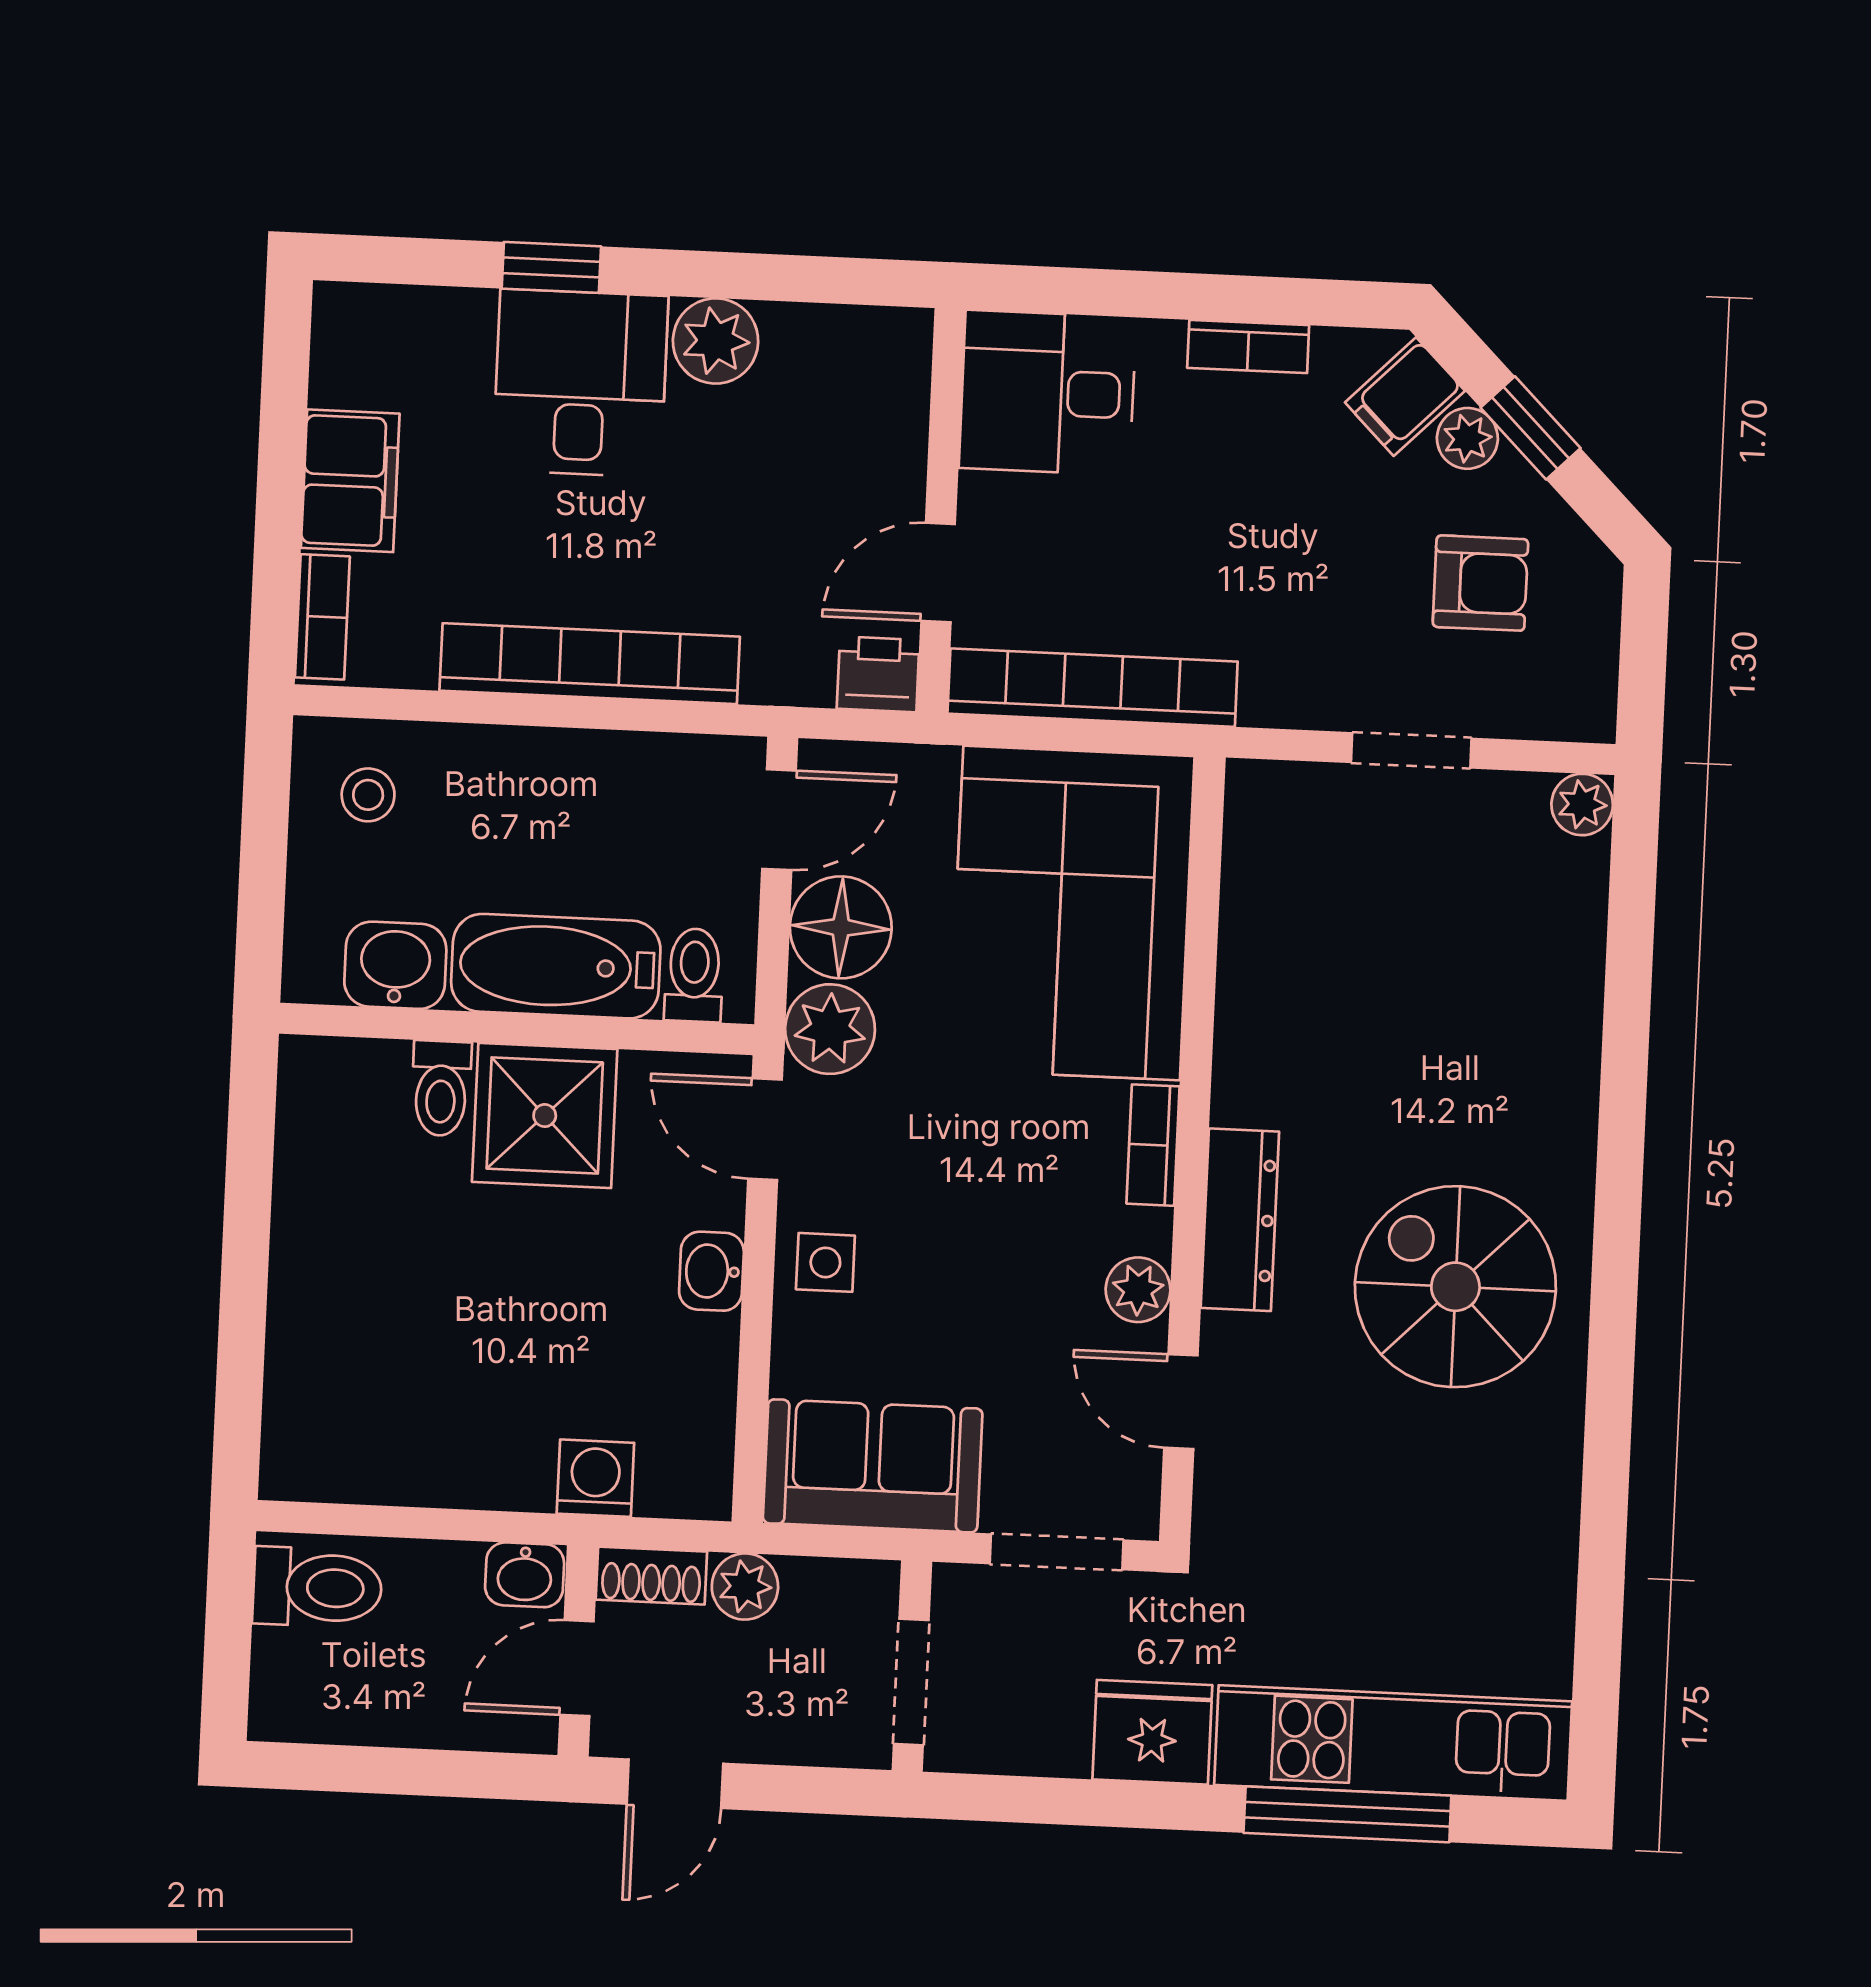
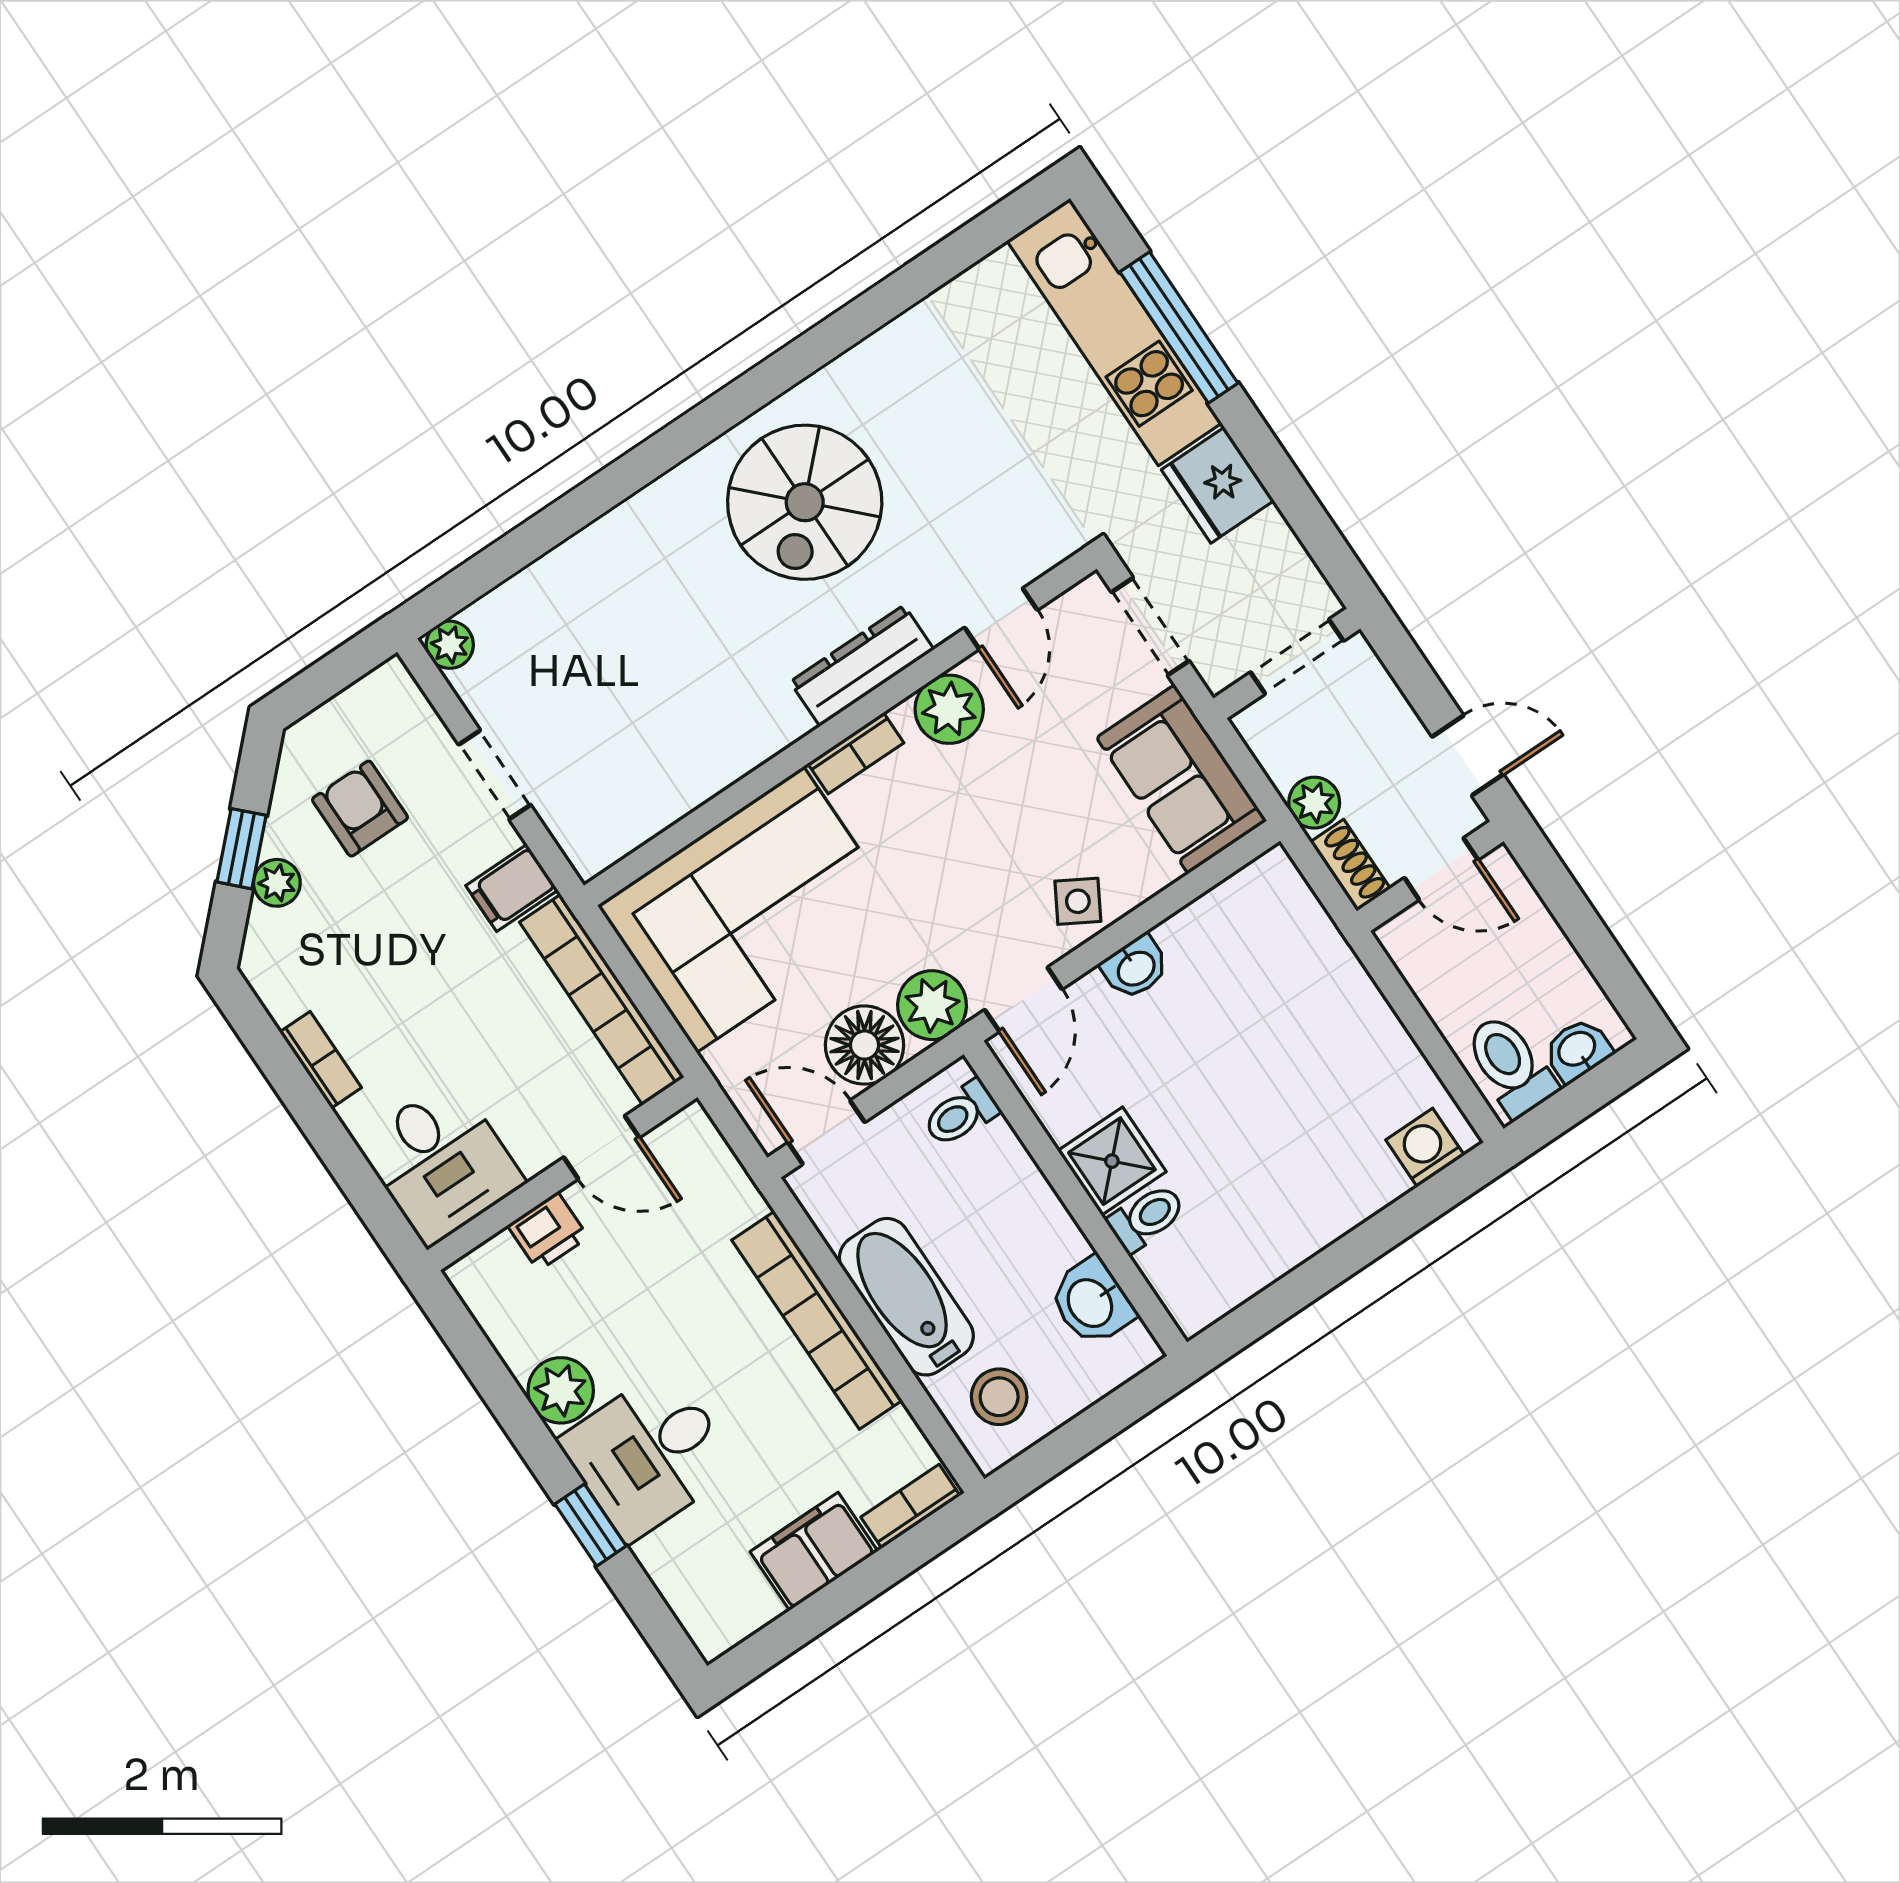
filing cabinet: (1405, 397) -> (512, 888), moved, turned 135
printer: (878, 674) -> (548, 1231), moved, turned -90
stool: (368, 795) -> (999, 1397), width x1.37, depth x1.37
bathtub: (556, 966) -> (906, 1297), moved, turned 180
shower: (545, 1116) -> (1112, 1161), width x0.73, depth x0.73
side table: (825, 1262) -> (1078, 901), turned 30
plant: (1138, 1290) -> (949, 709), width x1.38, depth x1.38
washing machine: (595, 1478) -> (1425, 1148), moved, turned 90
washbasin: (525, 1575) -> (1578, 1050), moved, turned -90

